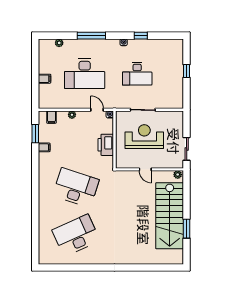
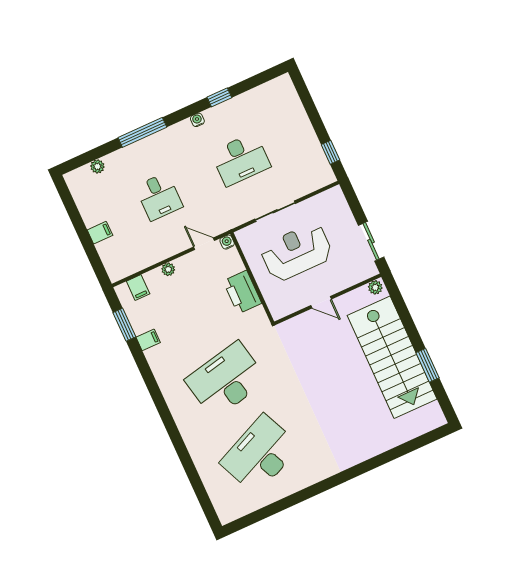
window: (187, 71) -> (331, 152), moved
desk: (85, 74) -> (159, 197), width x0.53, depth x0.77
desk: (76, 188) -> (226, 380), turned -30

